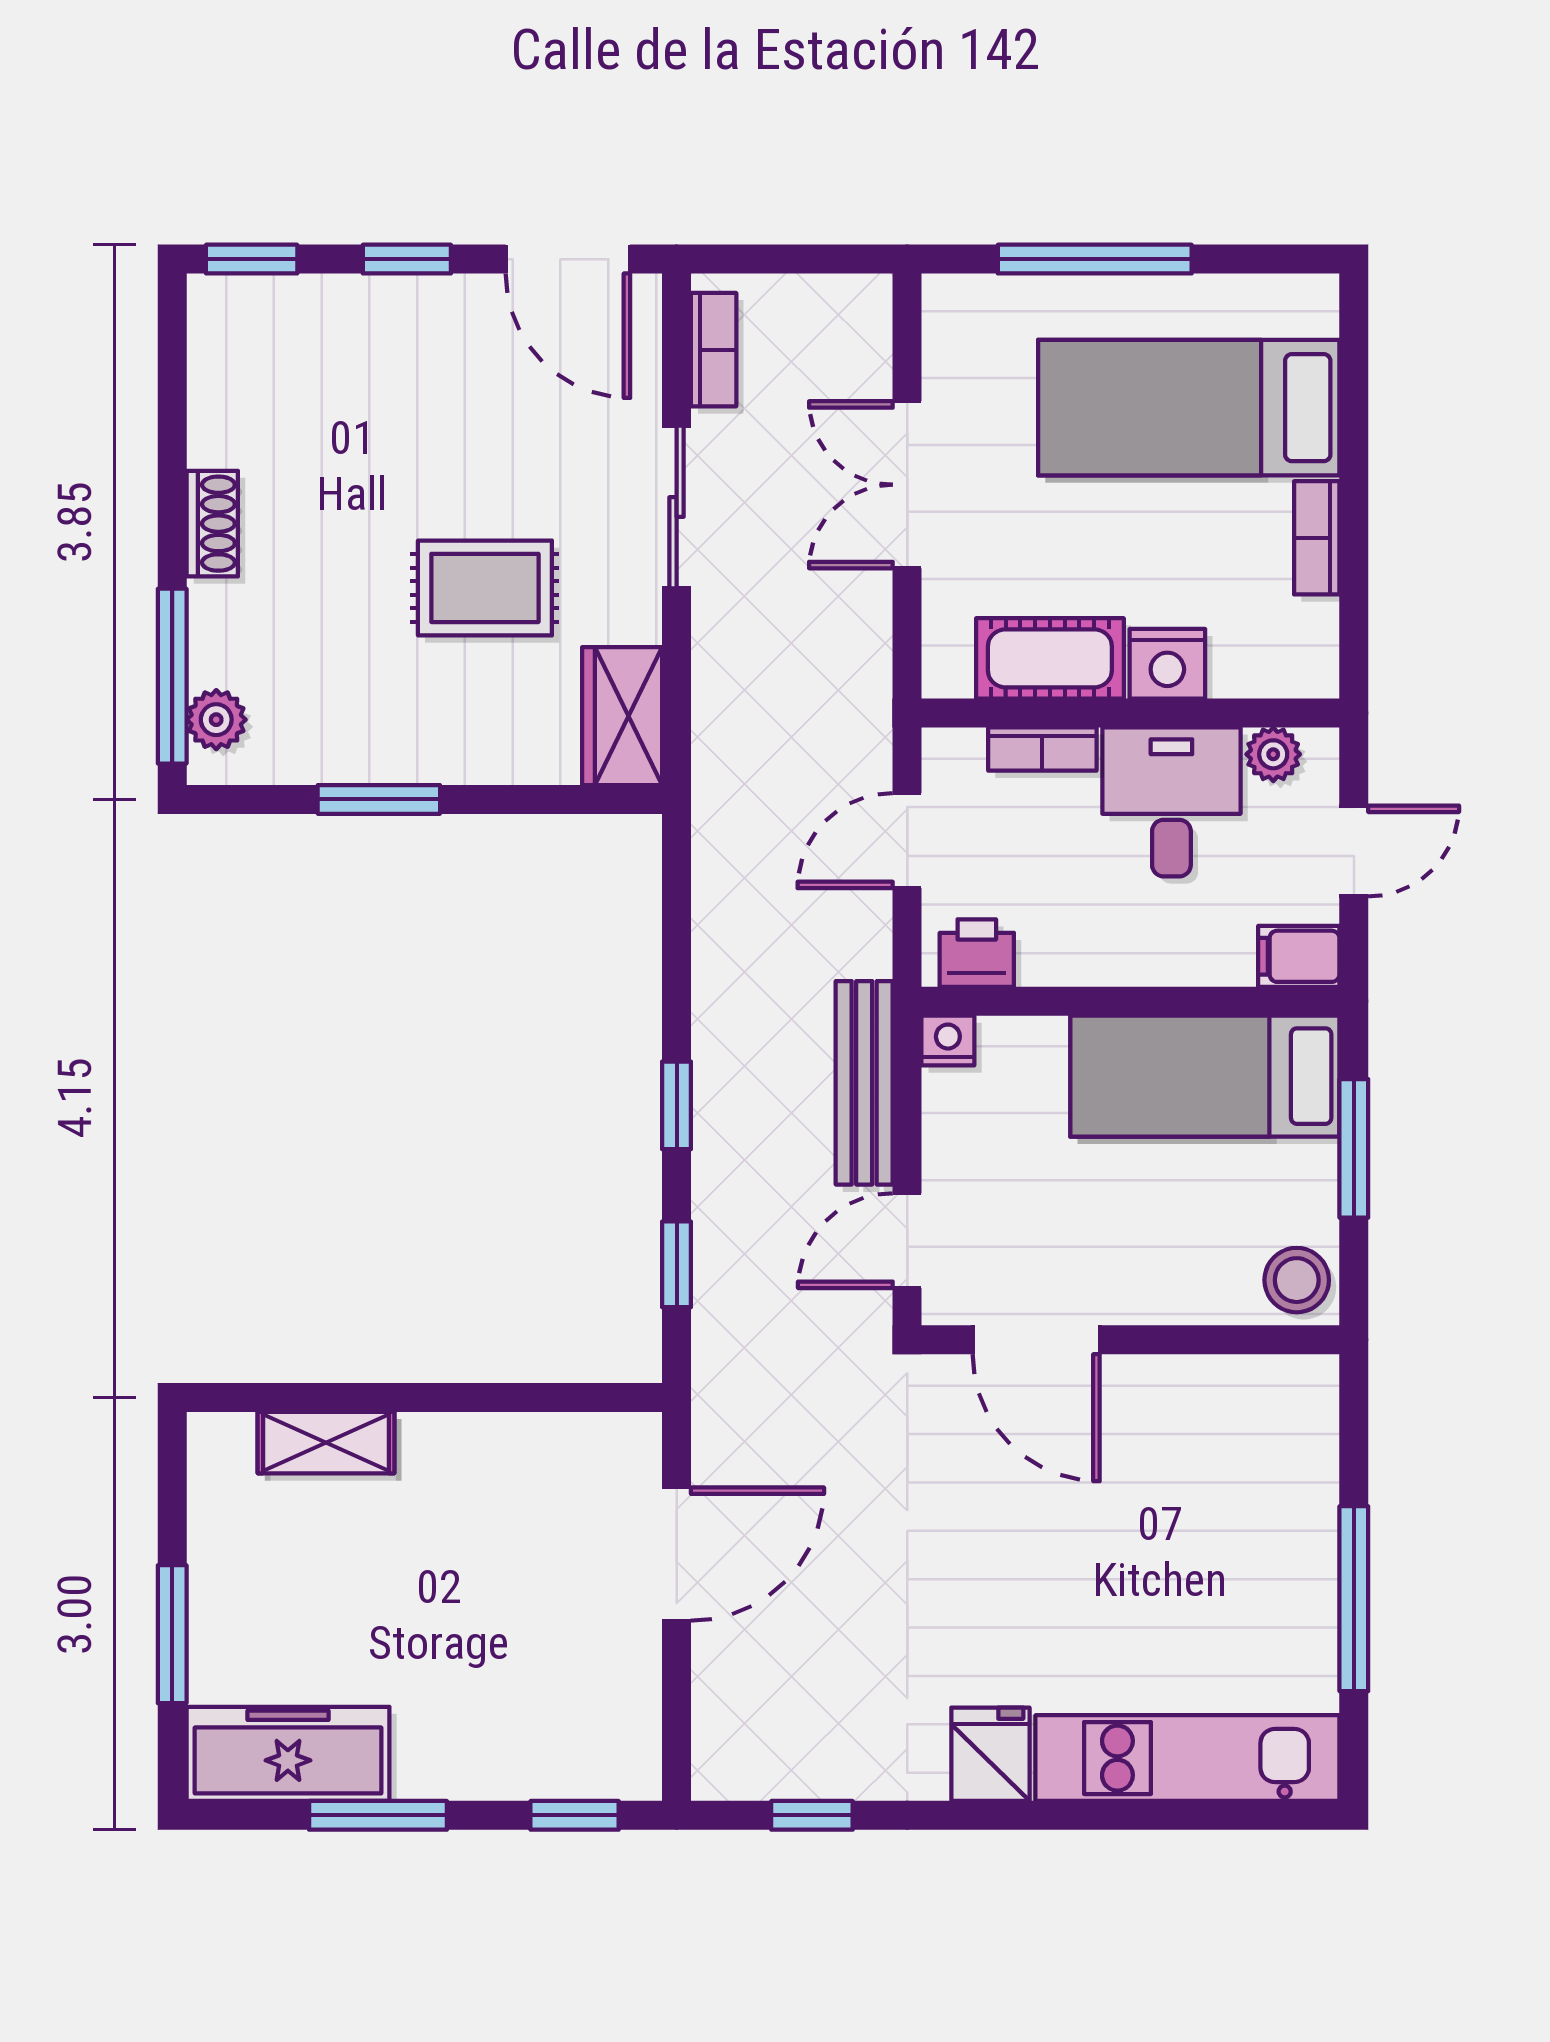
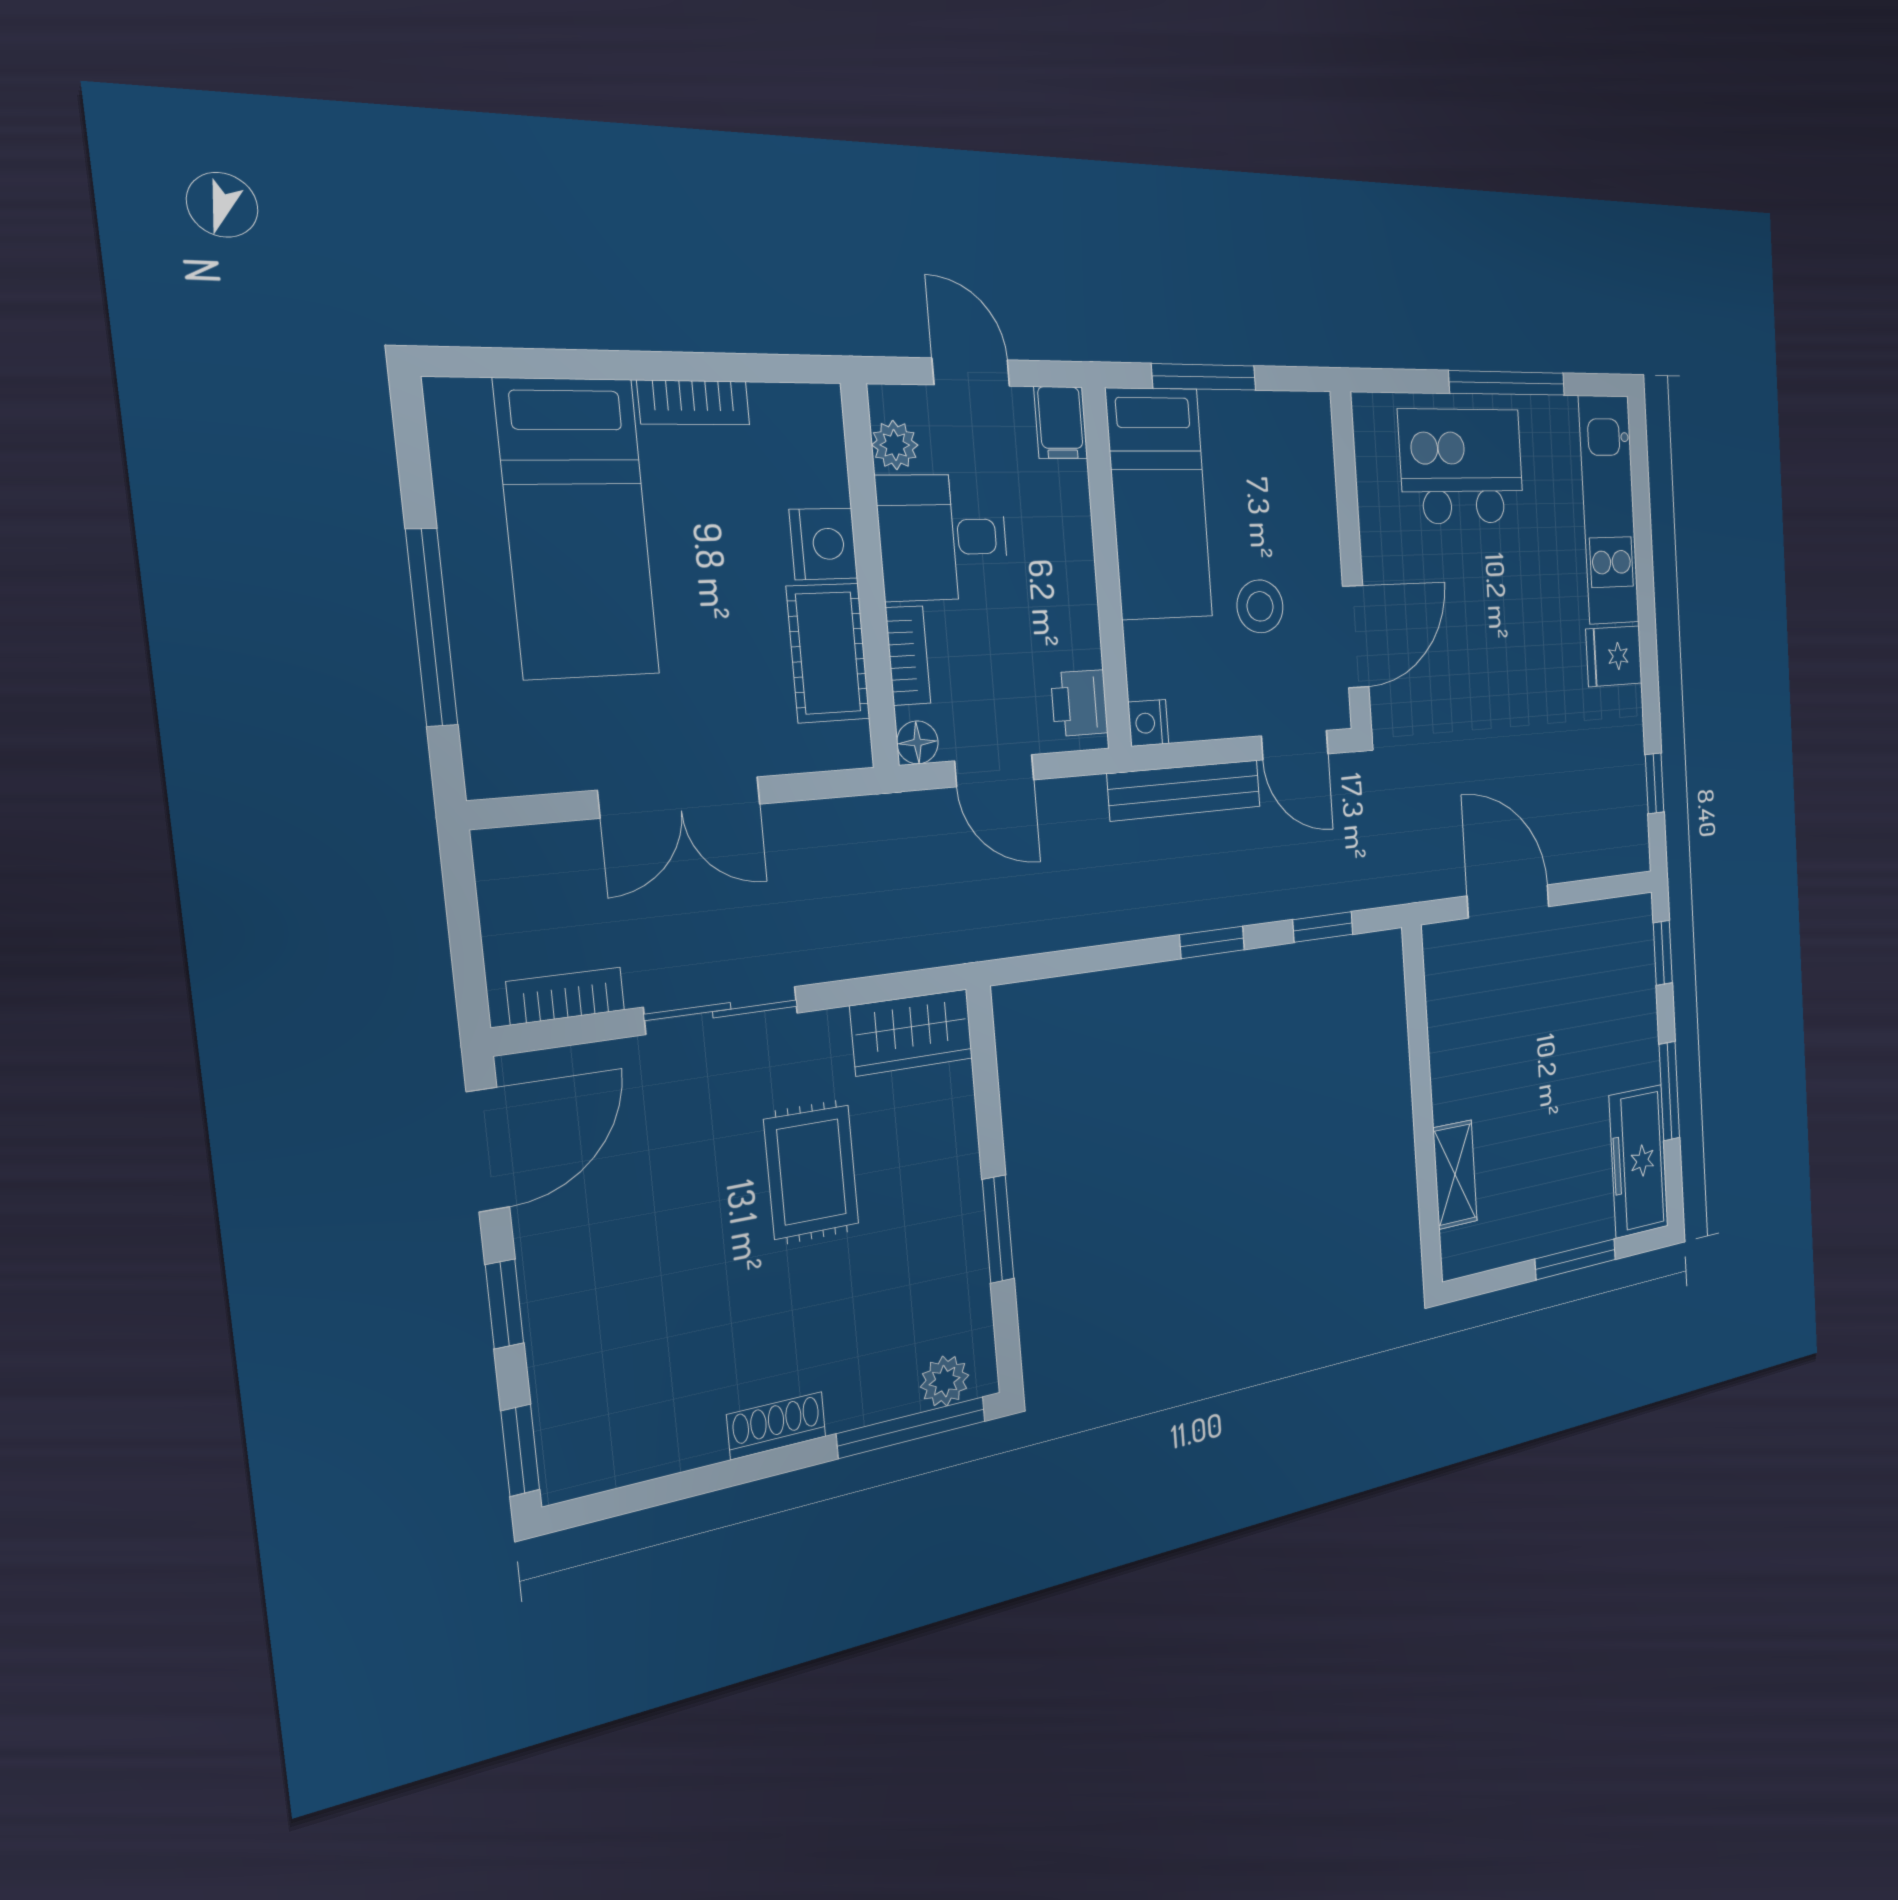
floor lamp: (946, 751) -> (917, 742), added
stool: (1297, 1280) -> (1260, 606), moved
kitchen island: (1247, 1518) -> (1462, 466), added

